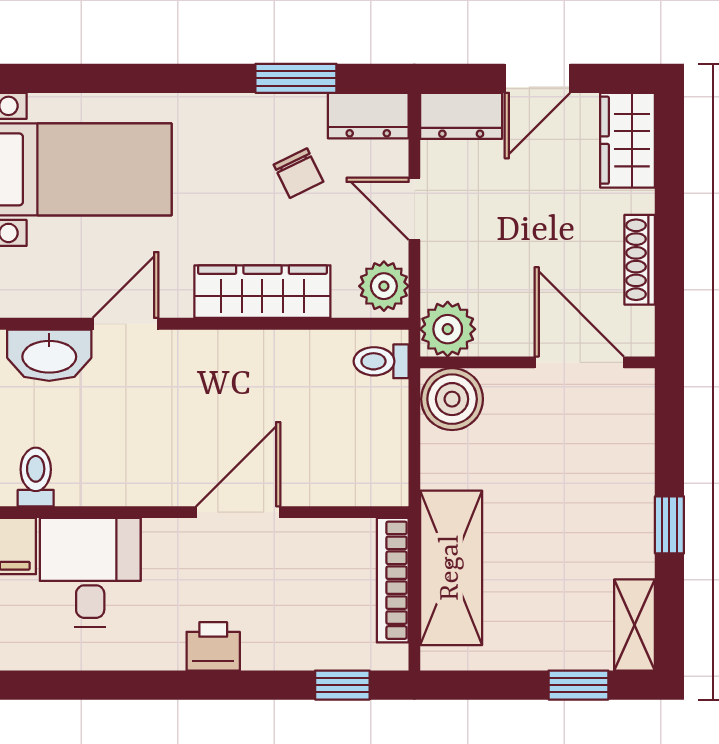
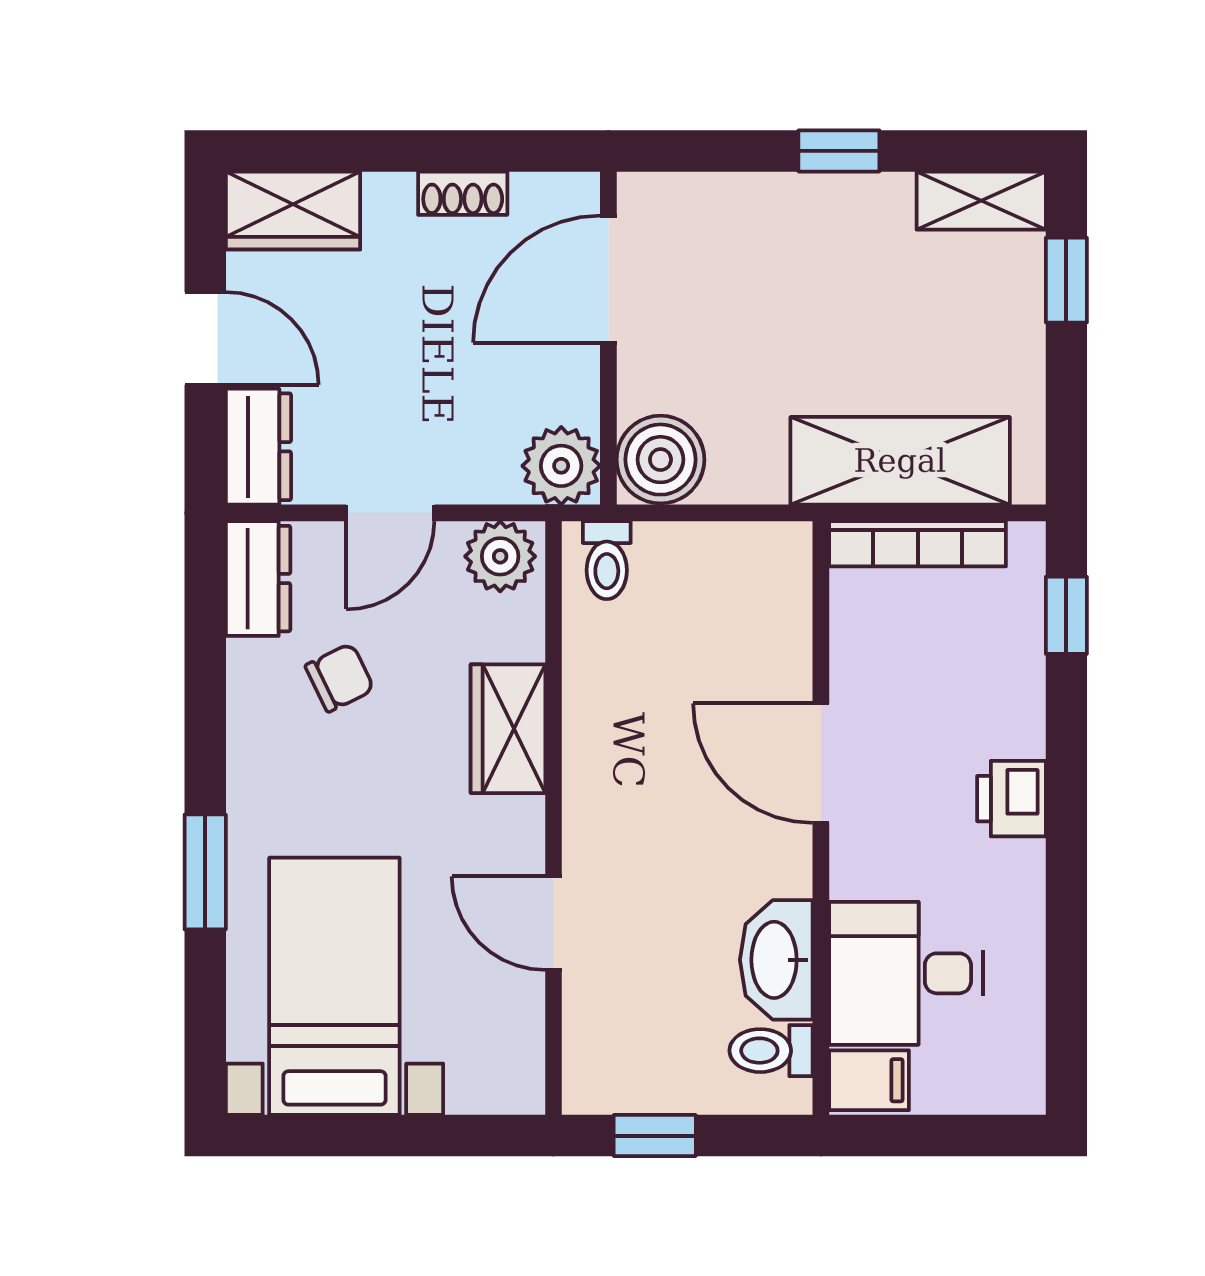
window: (296, 78) -> (205, 872), moved
shoe rack: (640, 260) -> (463, 193), width x0.70
wardrobe: (262, 292) -> (508, 729), width x0.67
washbasin: (49, 355) -> (776, 960), moved, turned 180

